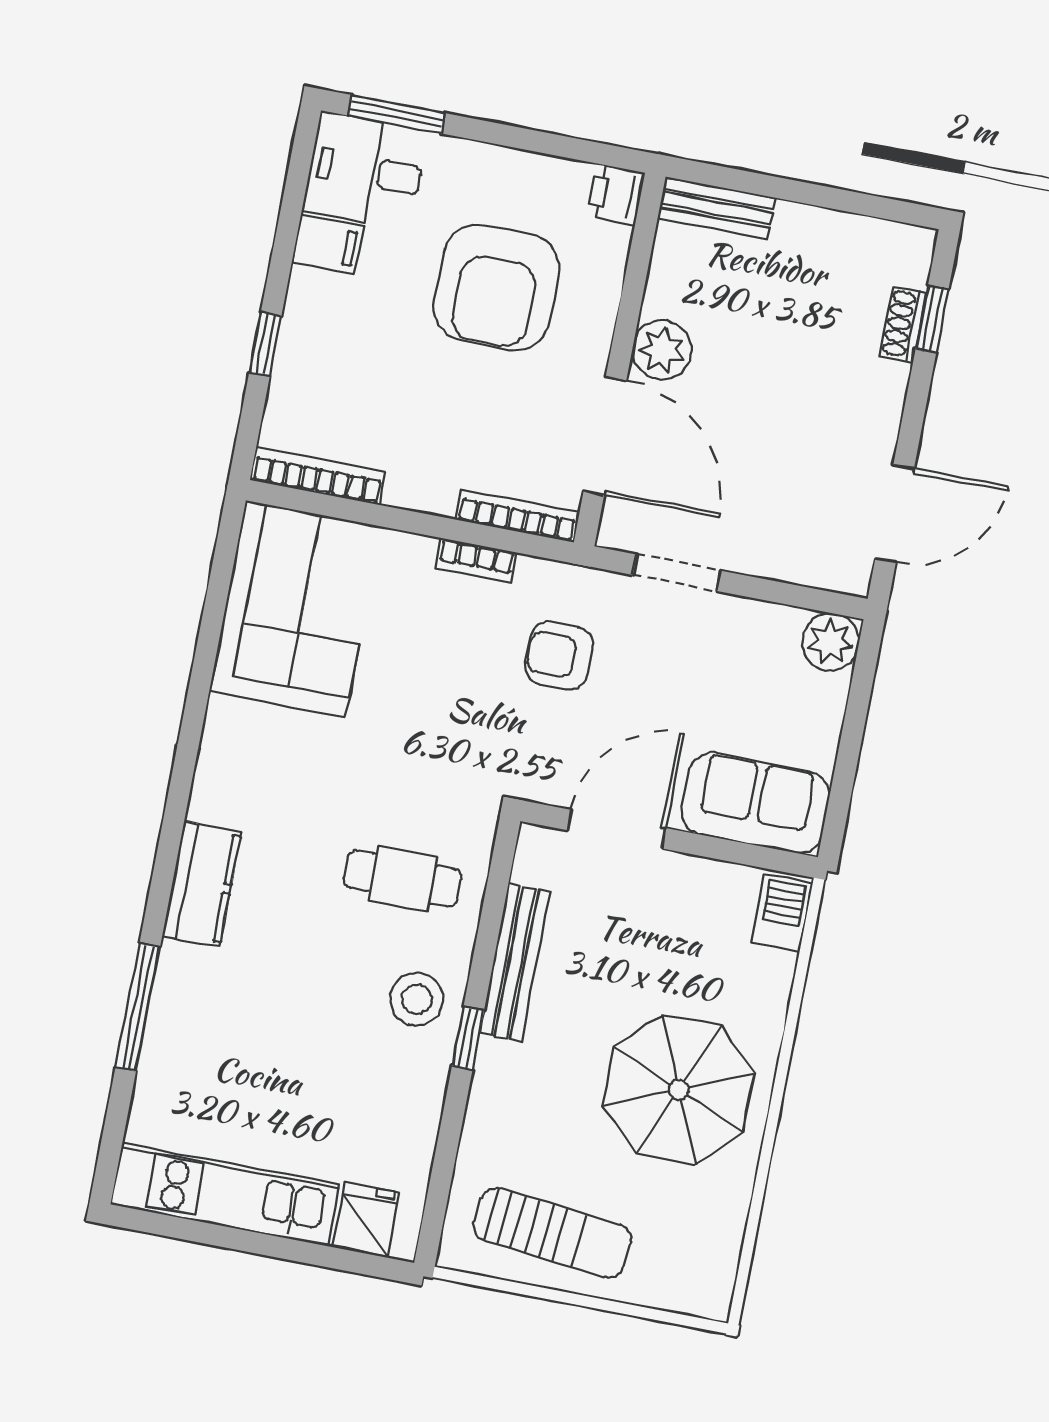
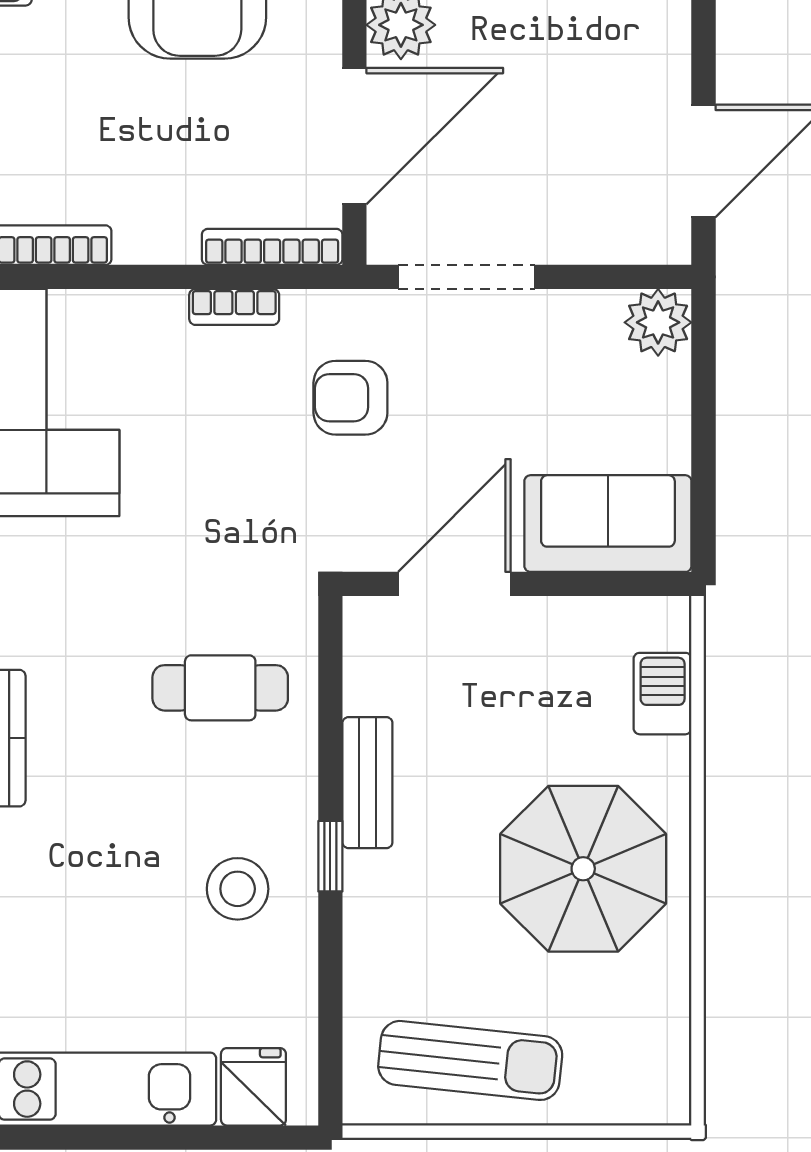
door: (605, 436) -> (354, 136), hinge flipped
doorway: (677, 573) -> (467, 277), width x1.38
barbecue: (782, 913) -> (663, 694), moved
bench: (515, 962) -> (367, 783), width x0.73
stool: (417, 999) -> (238, 889), moved

